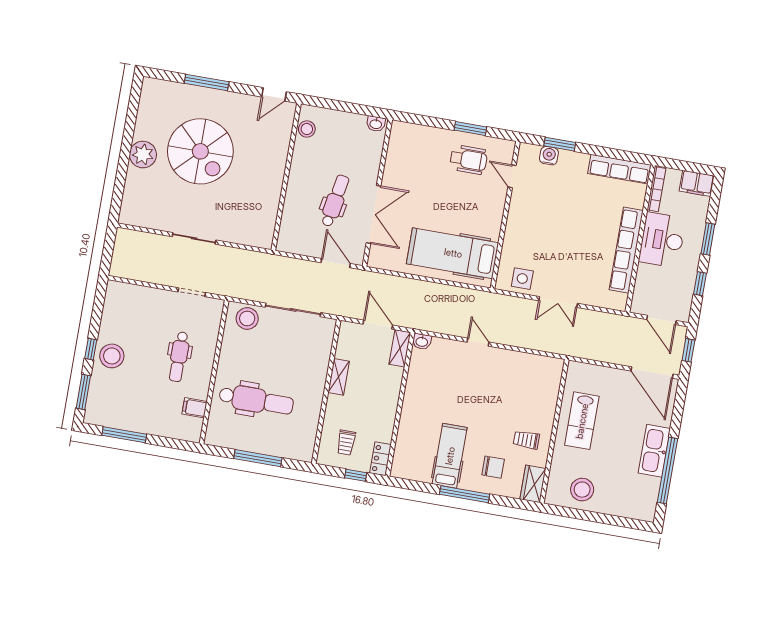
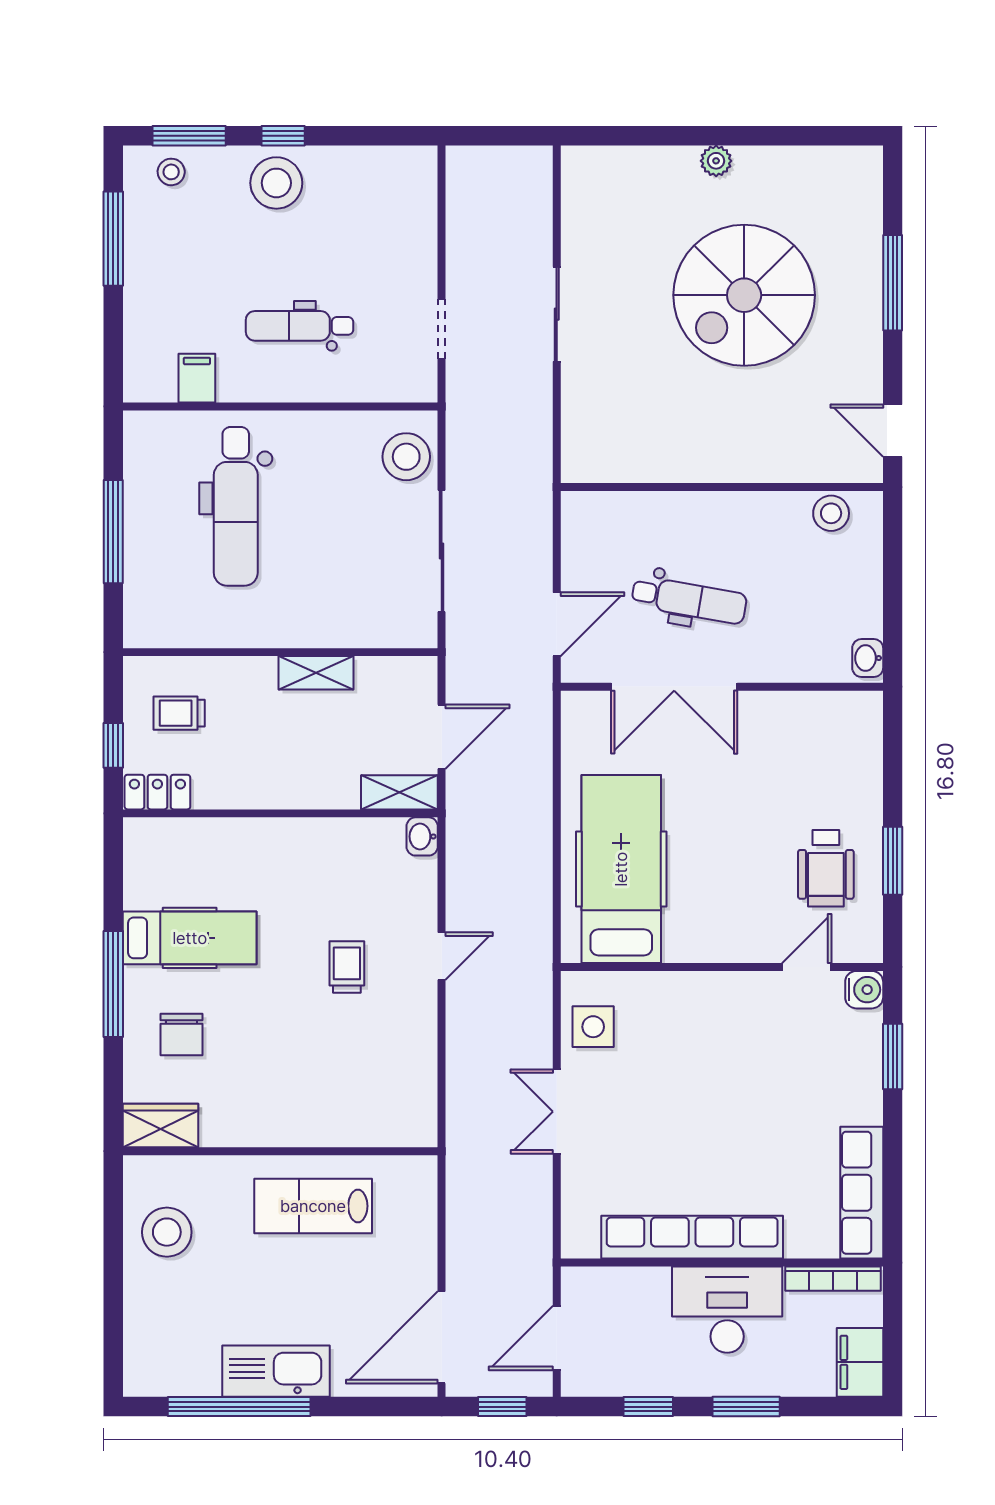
plant: (143, 155) -> (716, 161), width x0.53, depth x0.53
water cooler: (549, 156) -> (864, 990), moved
stool: (98, 403) -> (171, 172), added
trolley: (526, 440) -> (347, 967), moved

